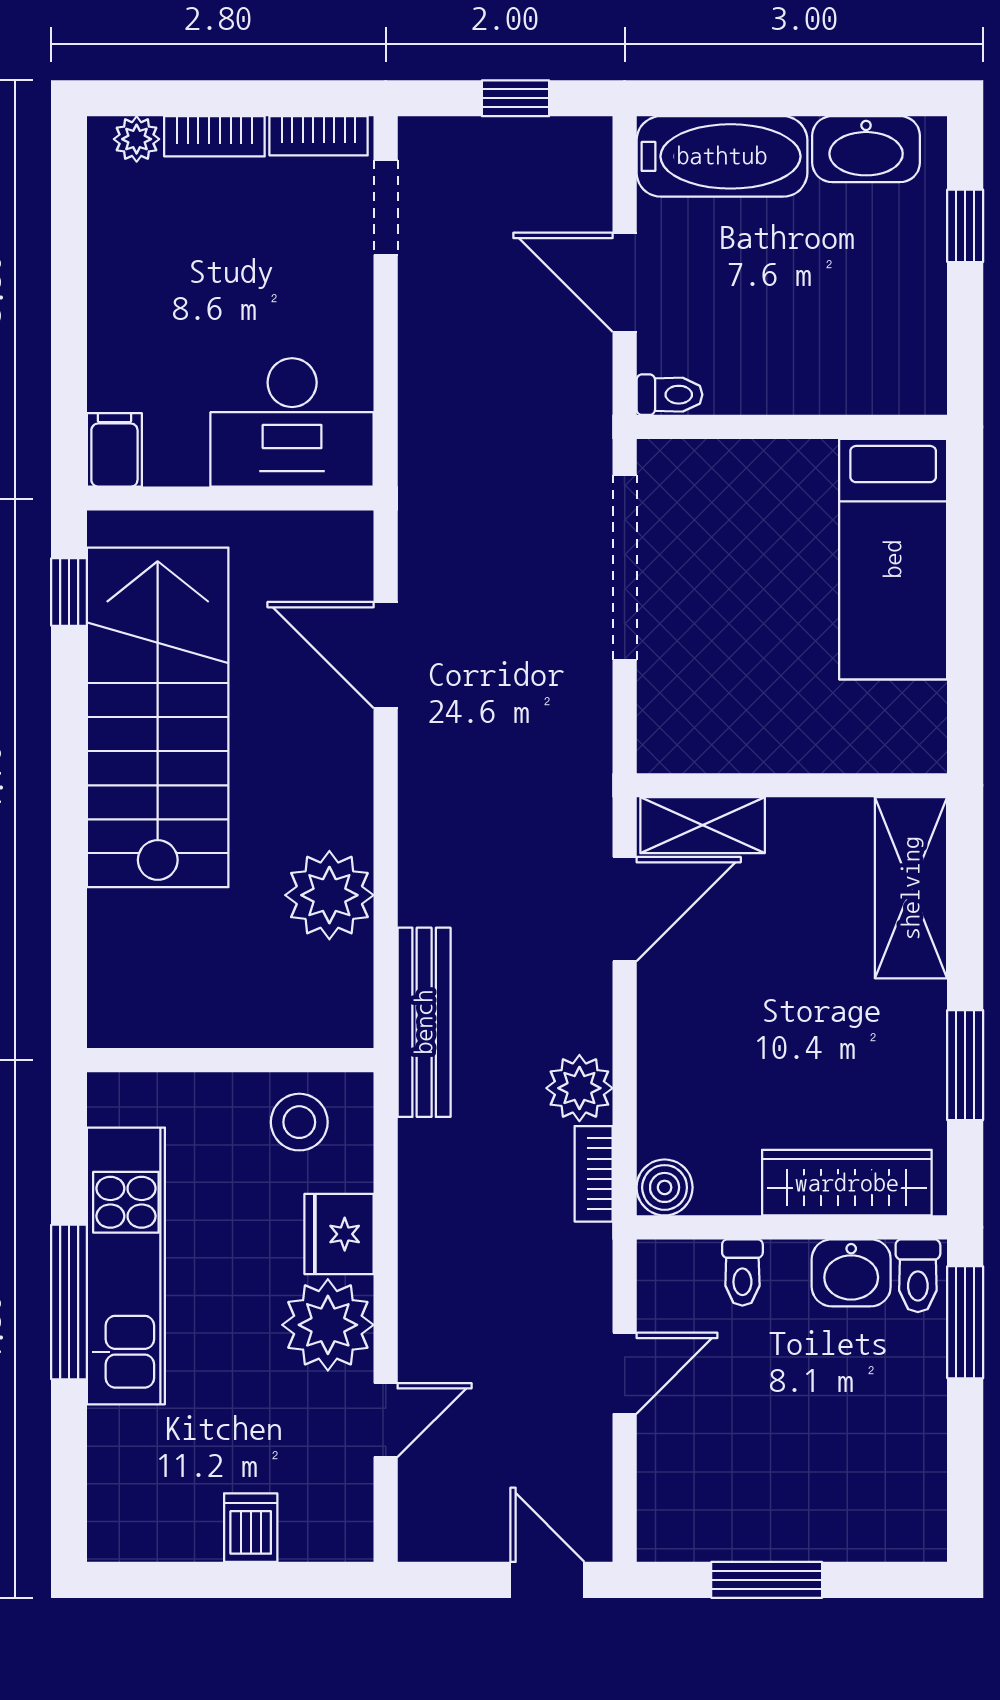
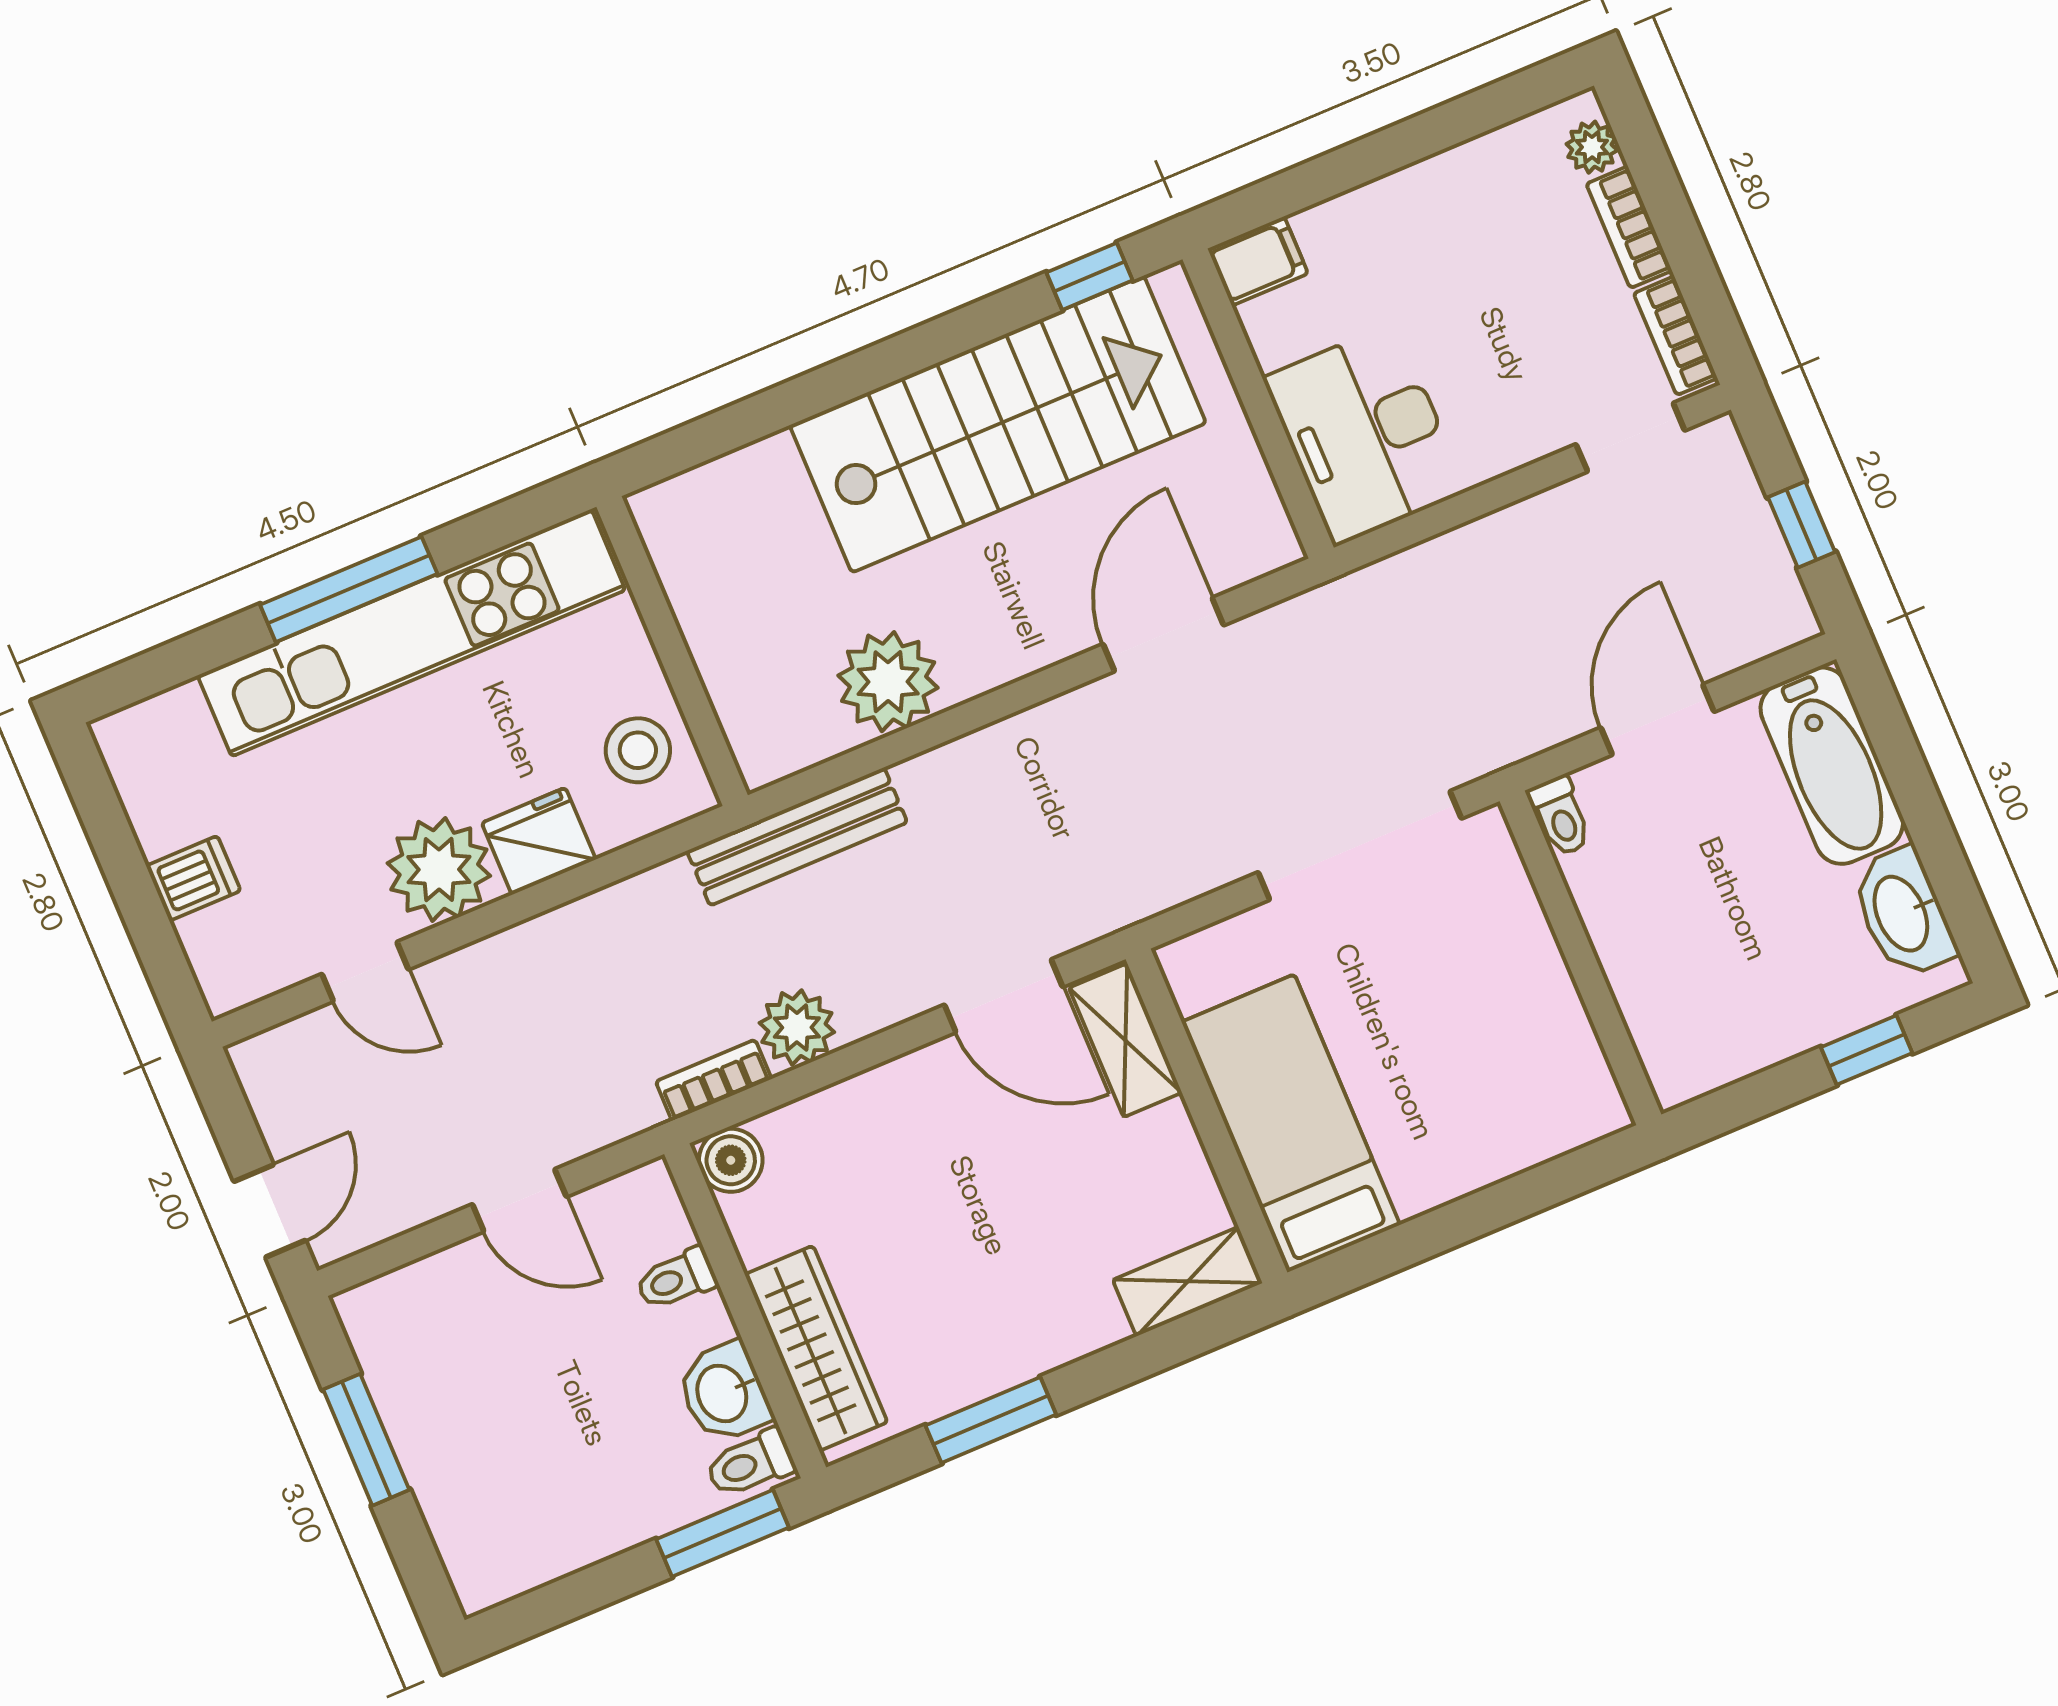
bed: (893, 559) -> (1291, 1123), moved, turned 90
shelving: (911, 888) -> (1188, 1281), width x0.67, depth x0.75
kitchen unit: (126, 1266) -> (411, 633), width x1.36

